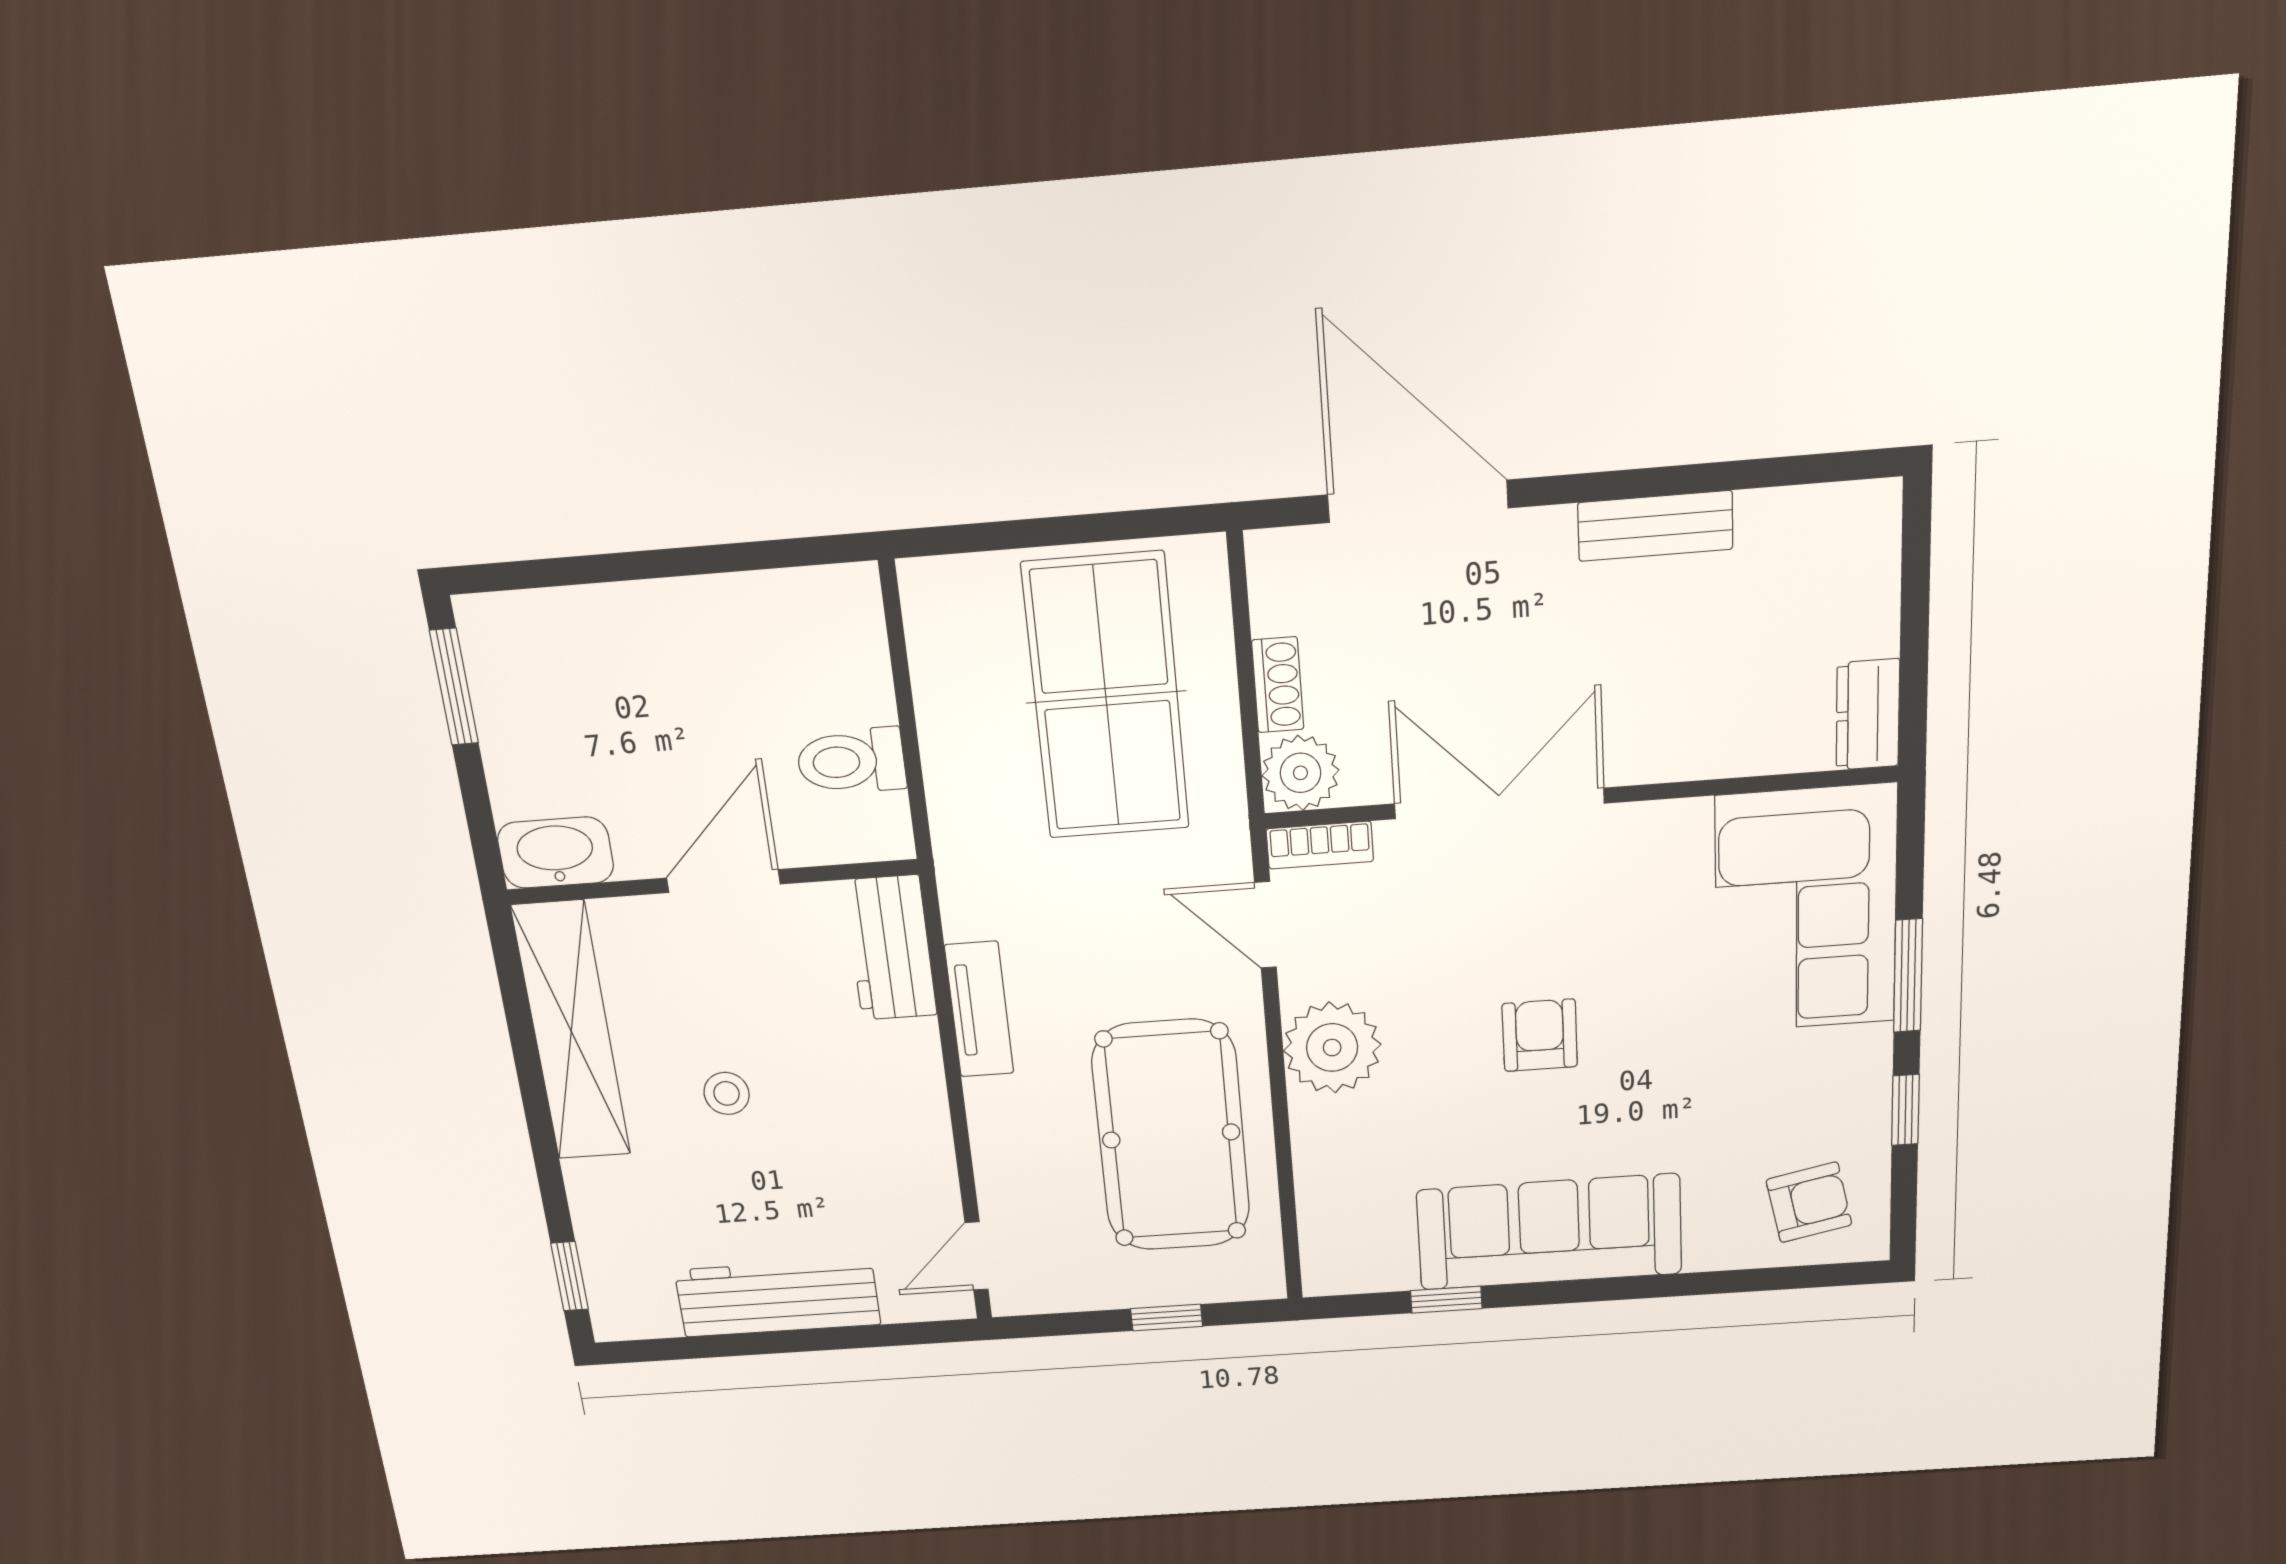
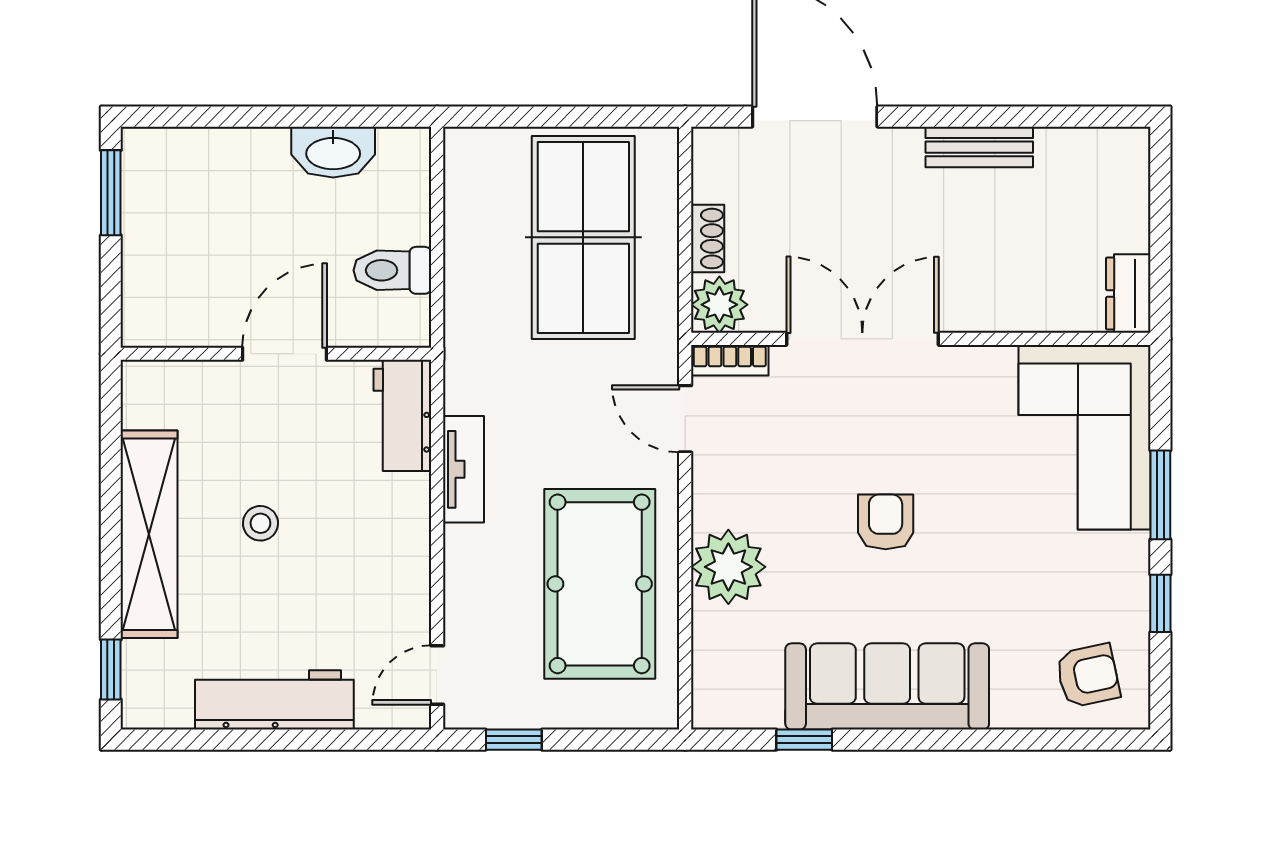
washbasin: (556, 853) -> (333, 152), moved, turned 180
shelving: (571, 1031) -> (149, 534), moved
plant: (1332, 1048) -> (728, 567), moved
window: (1167, 1317) -> (514, 740), moved

